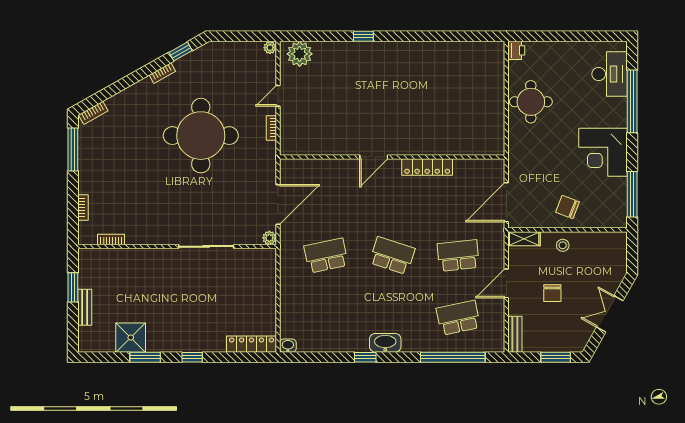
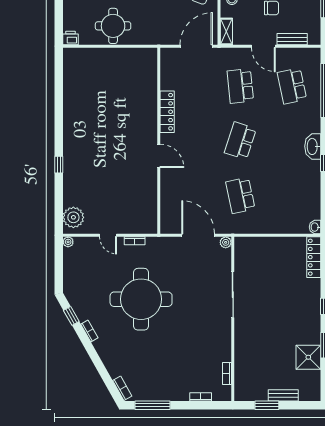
door: (506, 202) -> (196, 46), swing flipped
bench: (515, 334) -> (292, 39), moved

